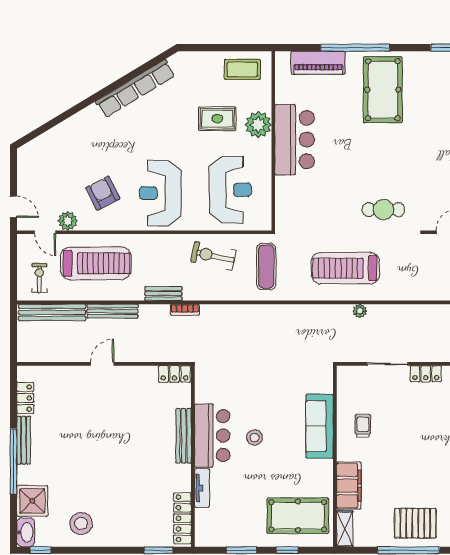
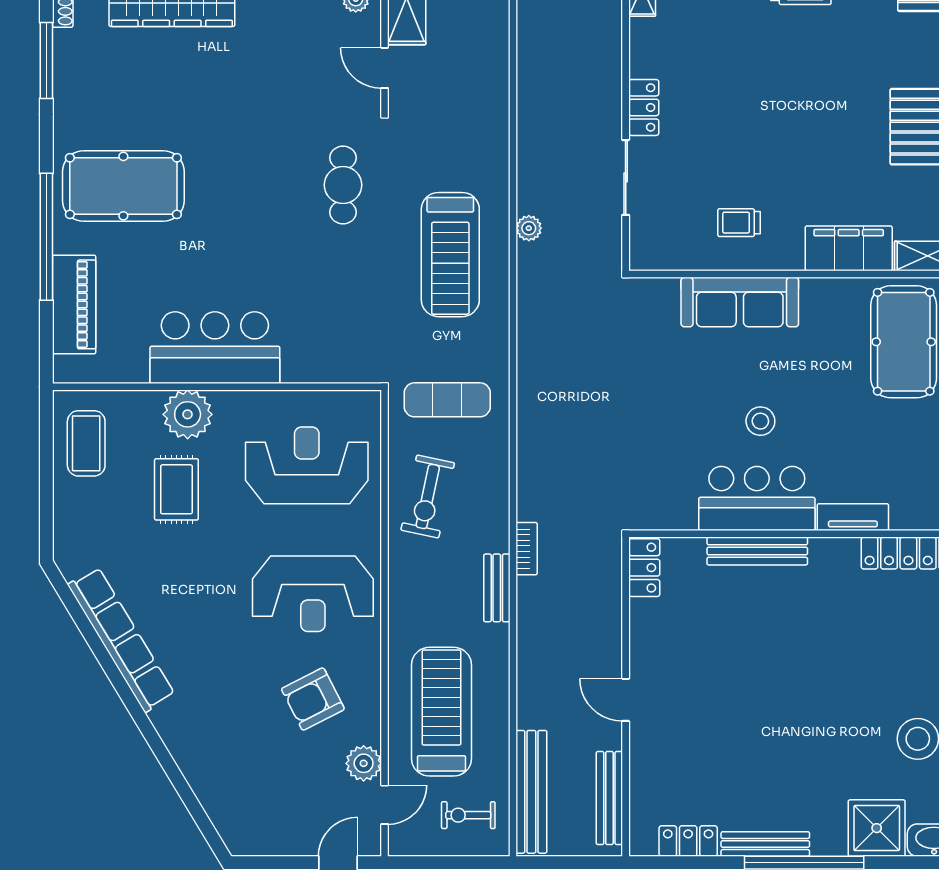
bench: (113, 311) -> (609, 798), moved

